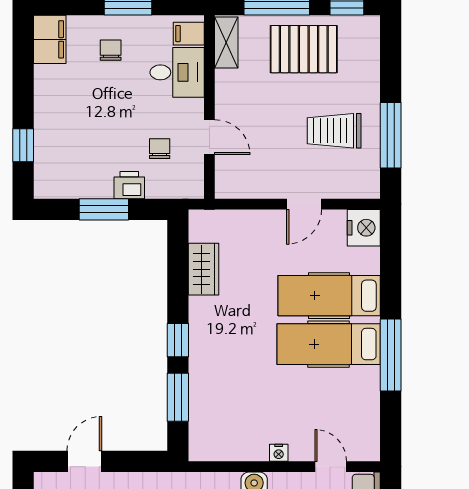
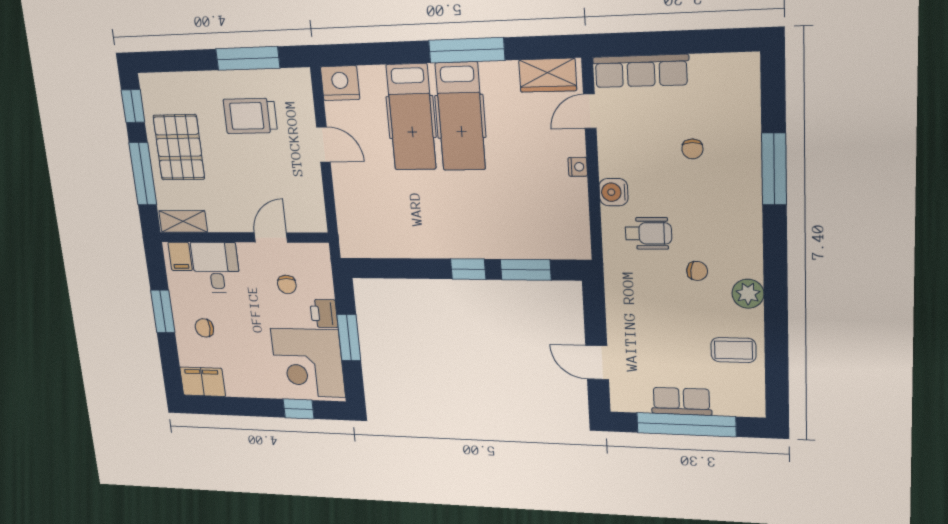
trolley: (334, 131) -> (250, 116), turned 90
chair: (160, 149) -> (287, 284), turned -90
corner desk: (75, 162) -> (308, 363), added
wardrobe: (204, 269) -> (548, 75), moved, turned 180

